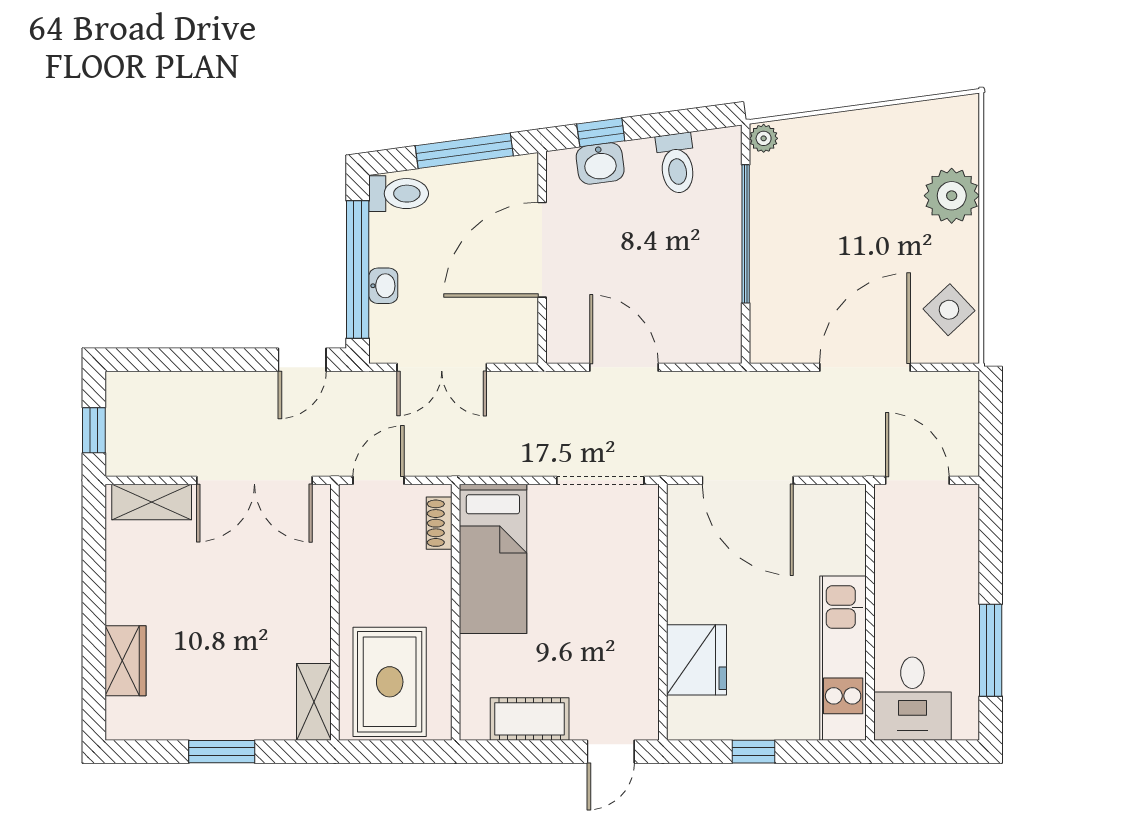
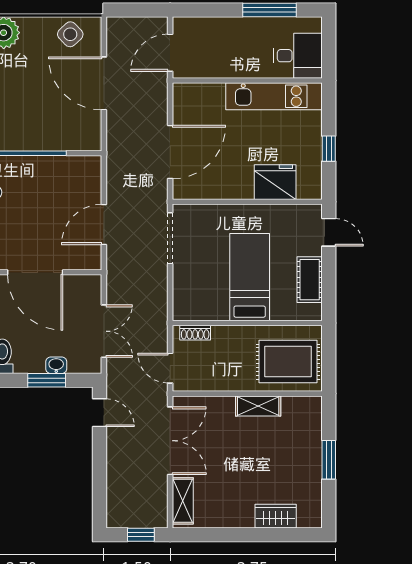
window: (358, 270) -> (47, 380), width x0.47
bed: (493, 559) -> (250, 277), moved, turned -90
shelving: (314, 702) -> (258, 406), moved

